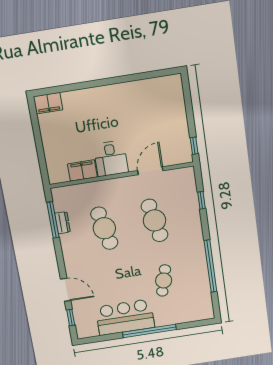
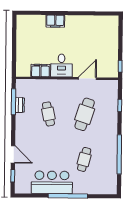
filing cabinet: (48, 103) -> (55, 21), moved
cafe table: (155, 220) -> (85, 114), turned 30
cafe table: (104, 228) -> (48, 114), width x0.73, depth x0.74

